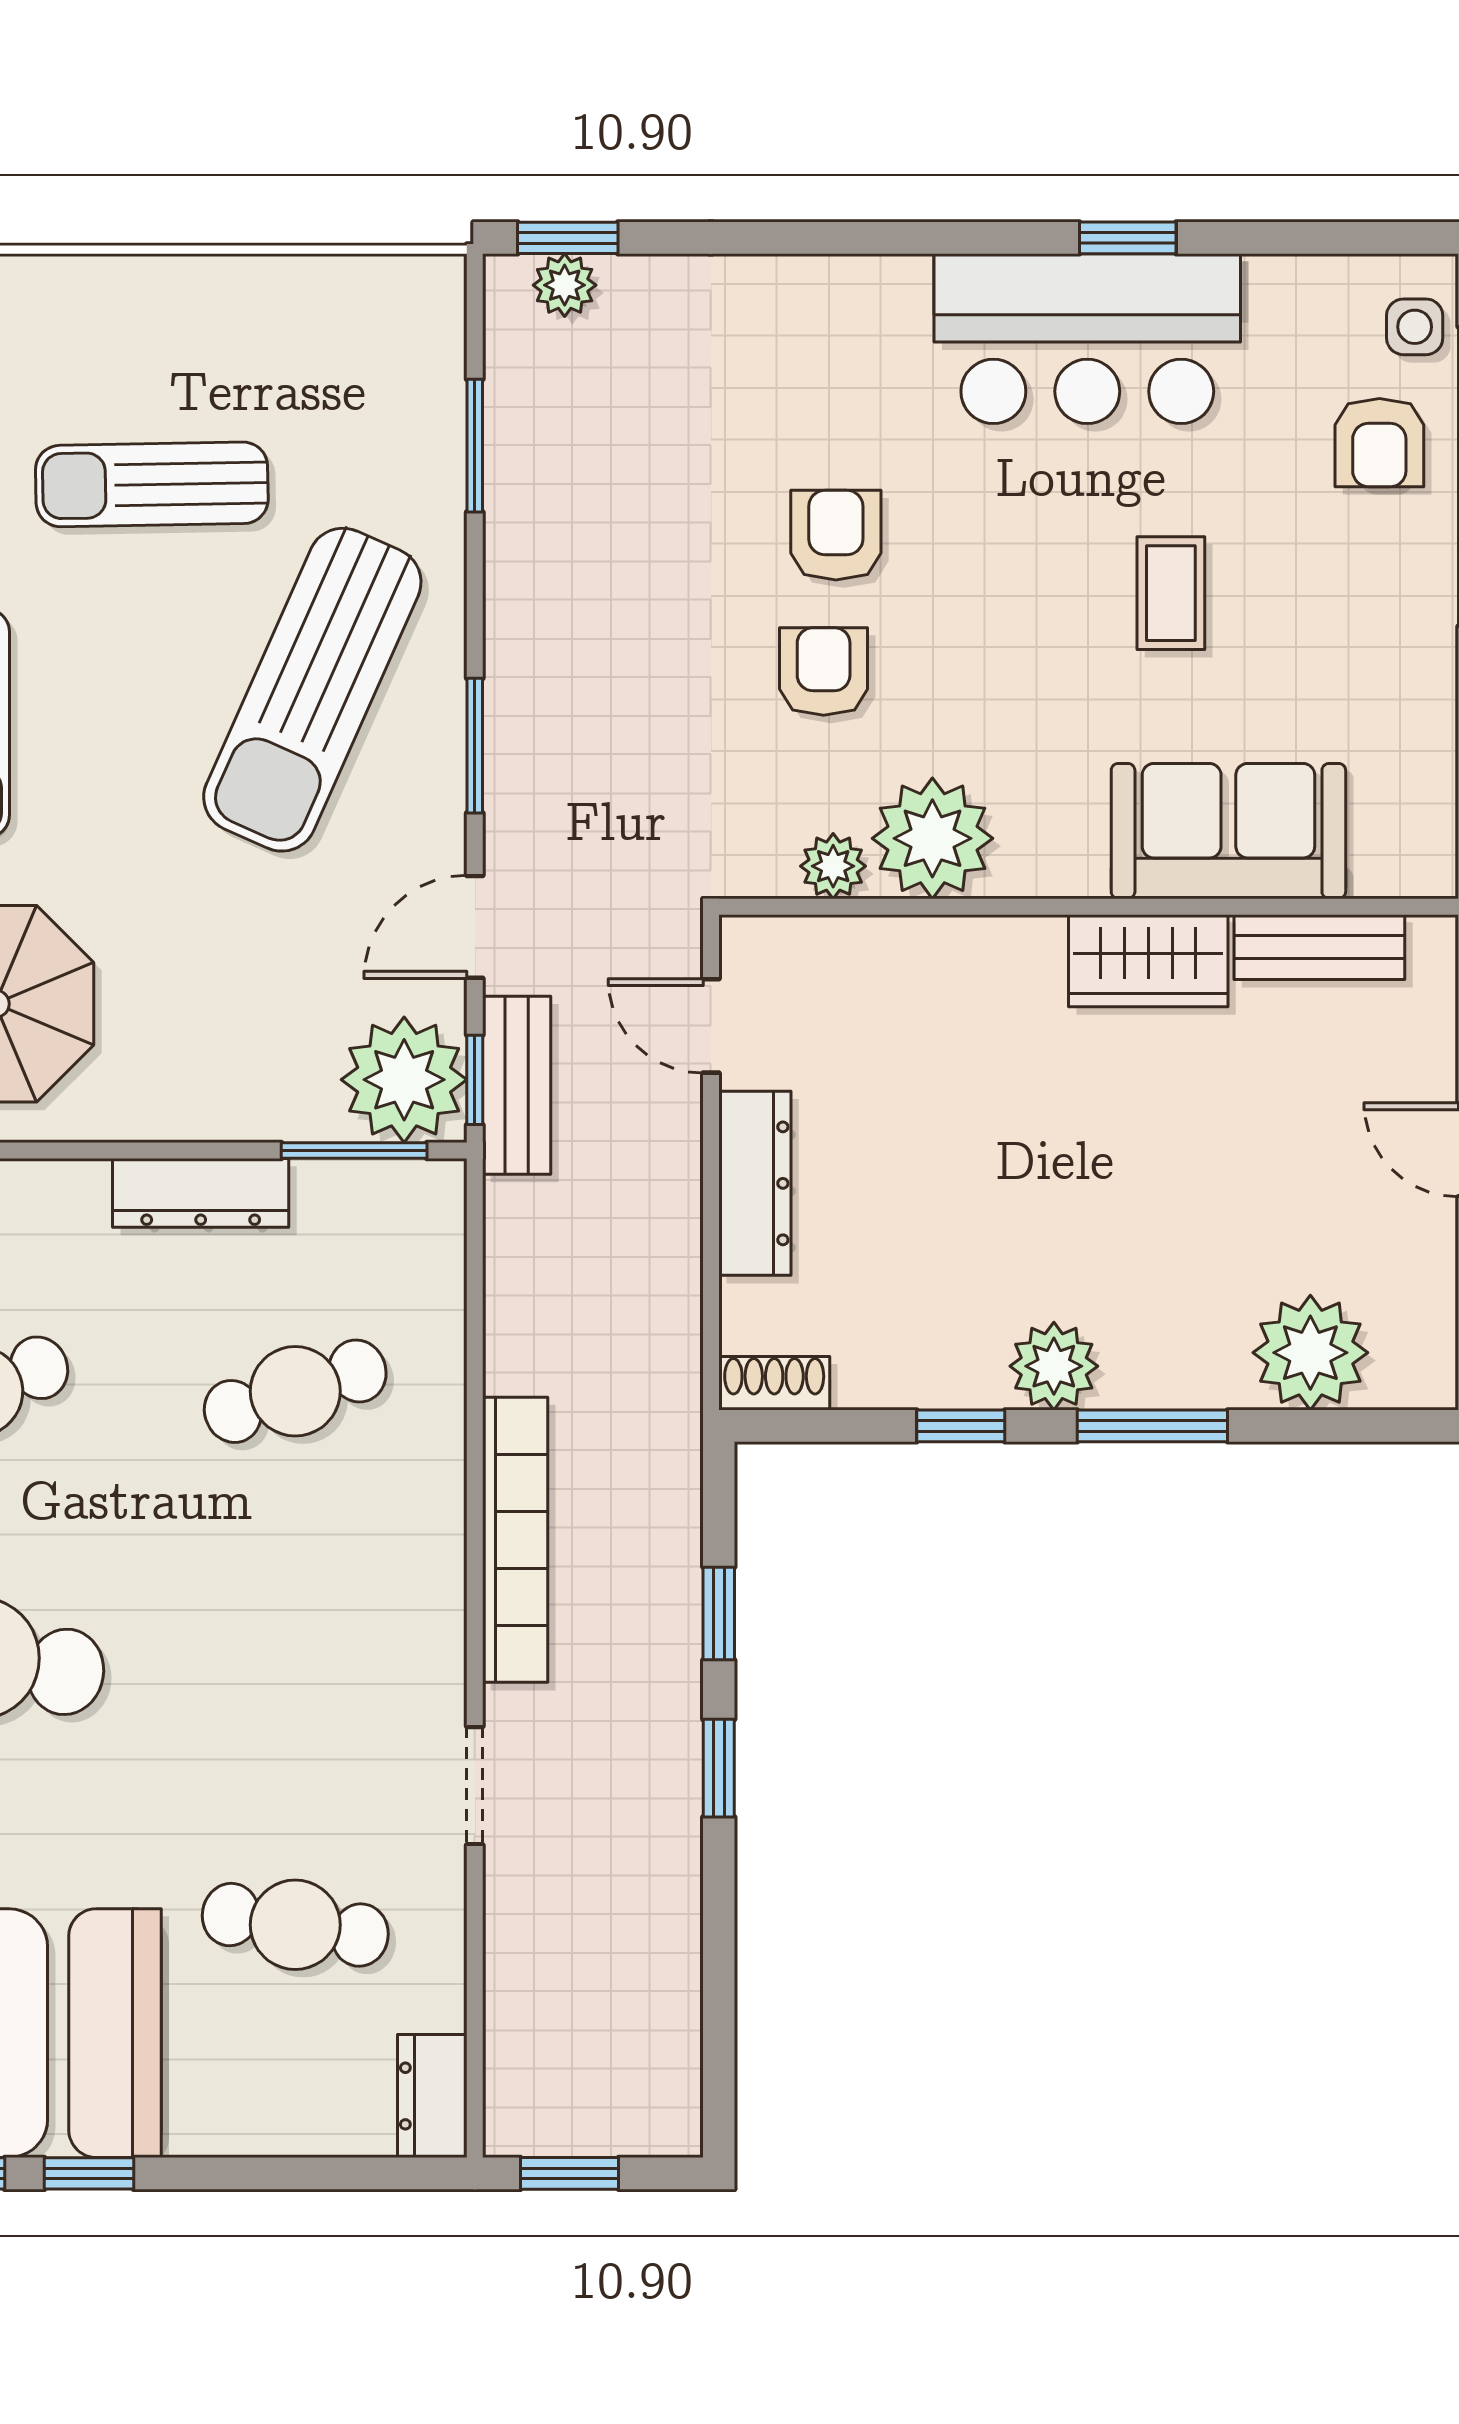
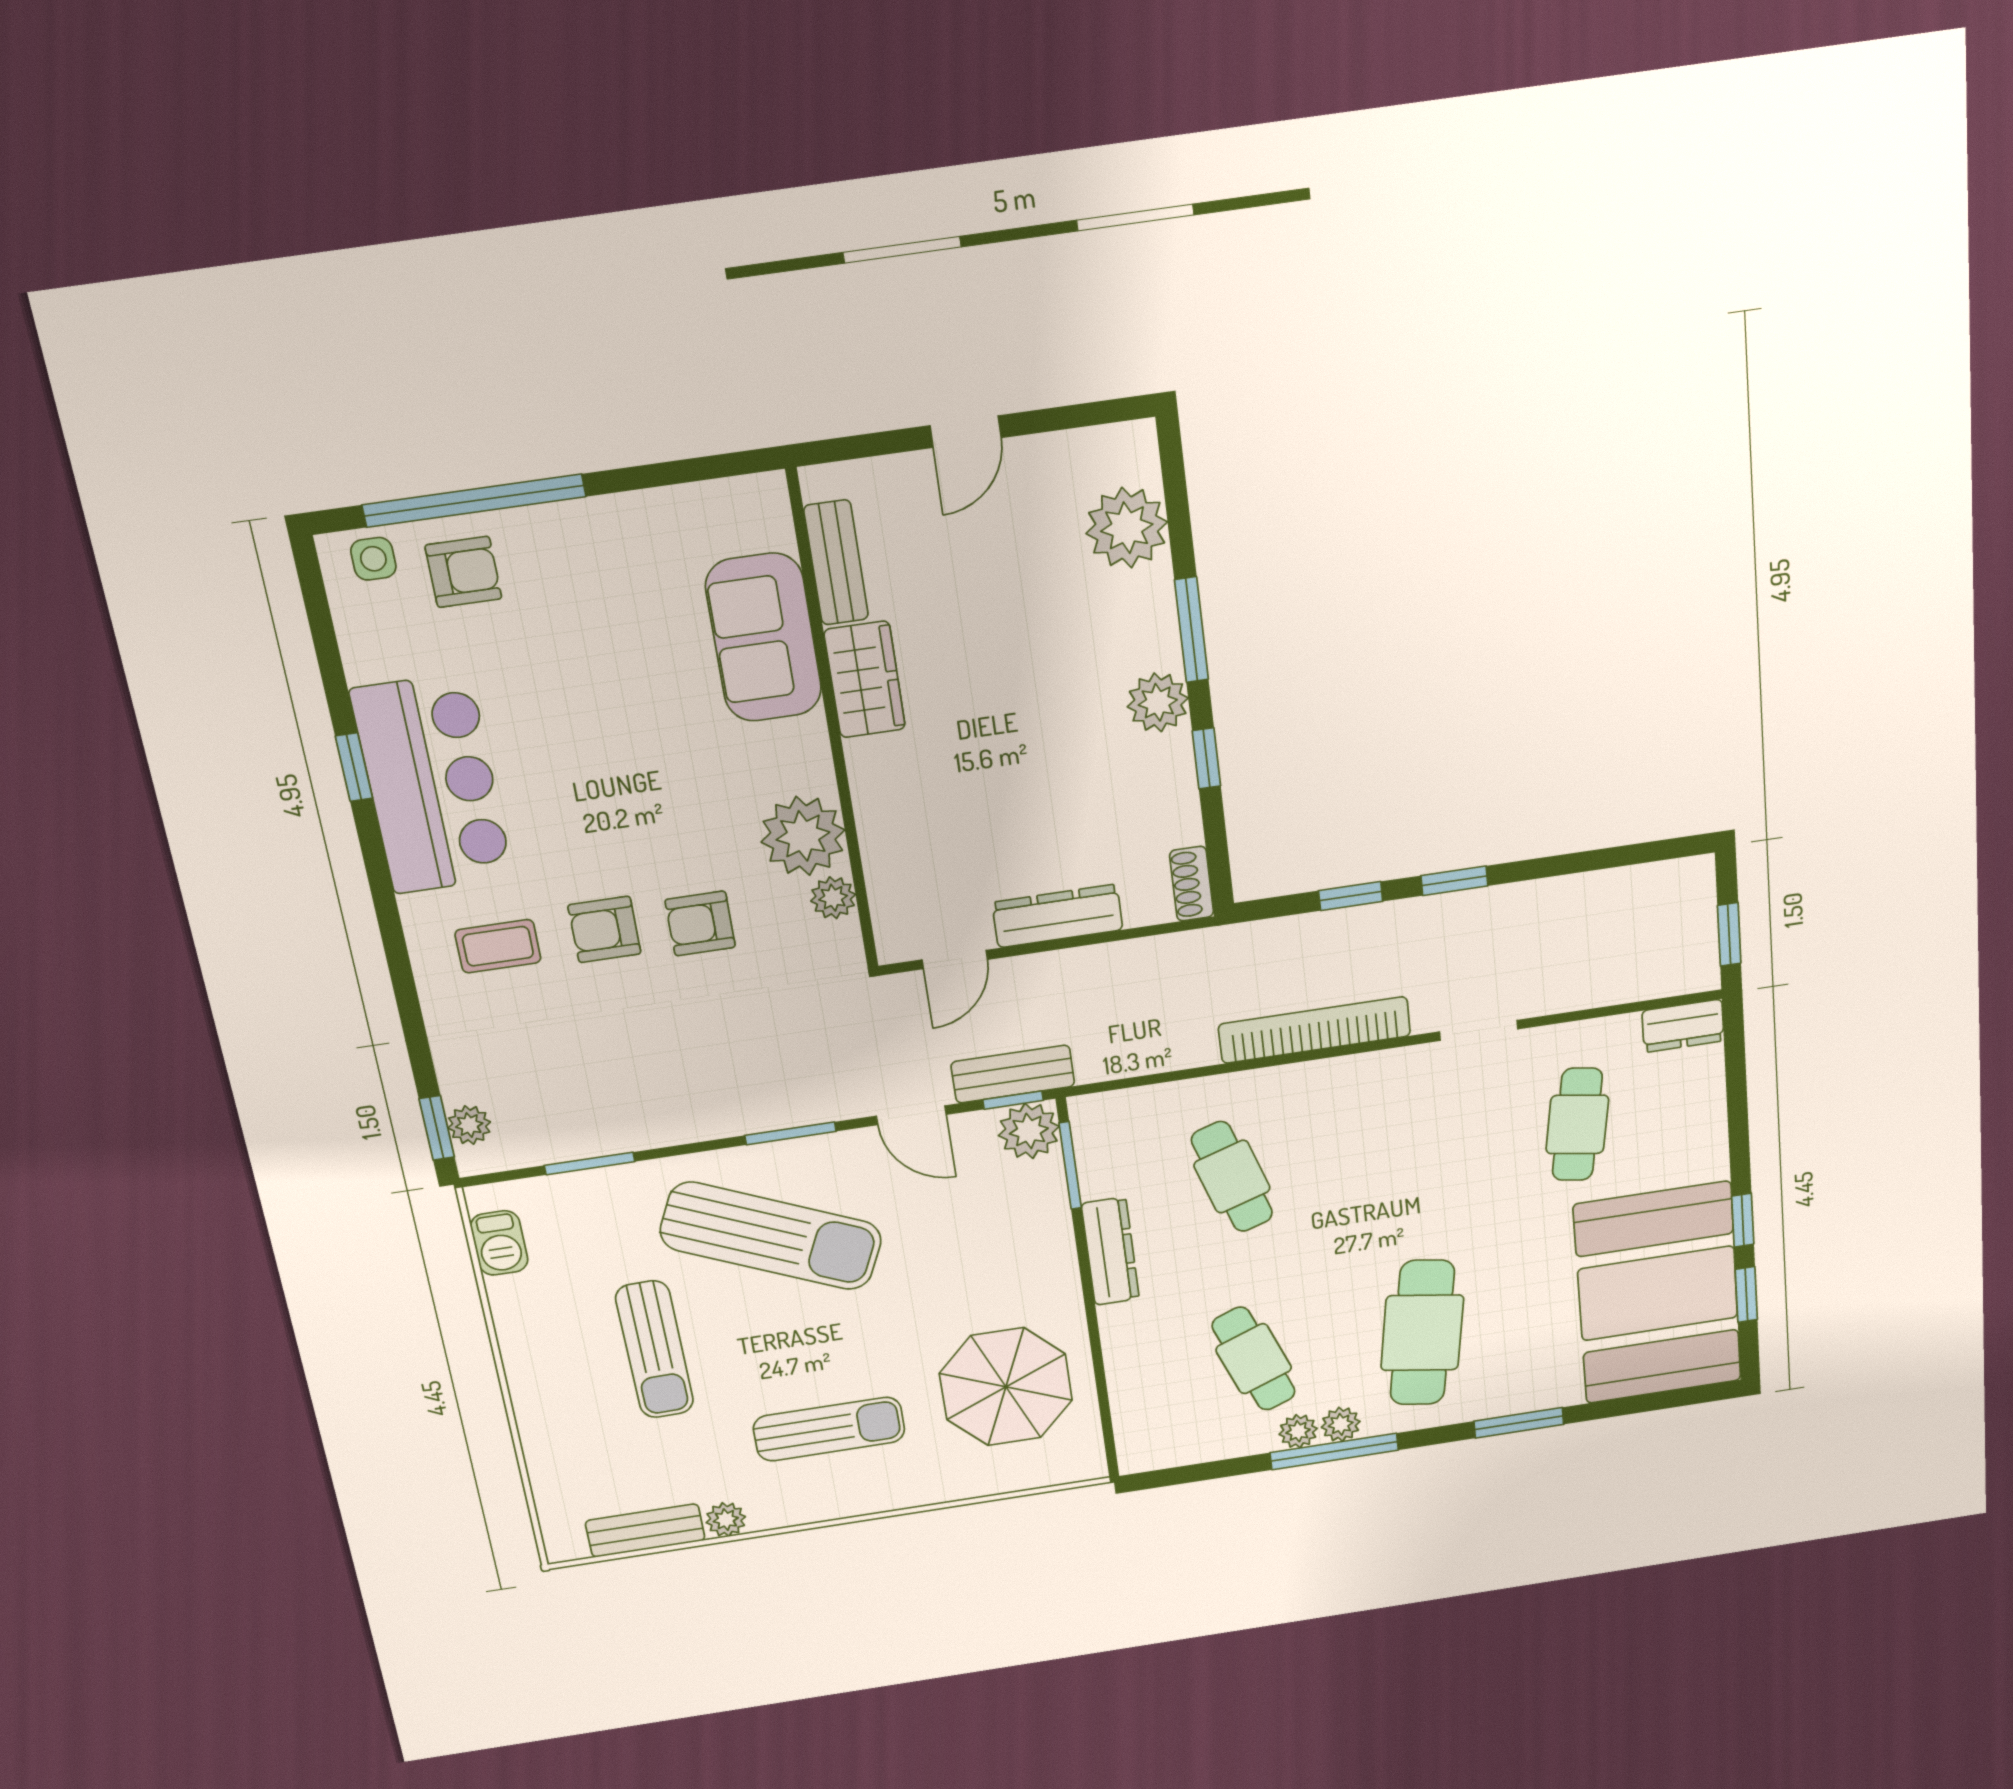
barbecue: (368, 290) -> (499, 1243), added
coffee table: (1171, 593) -> (498, 946), moved
plant: (404, 1080) -> (1029, 1131), width x0.73, depth x0.73

